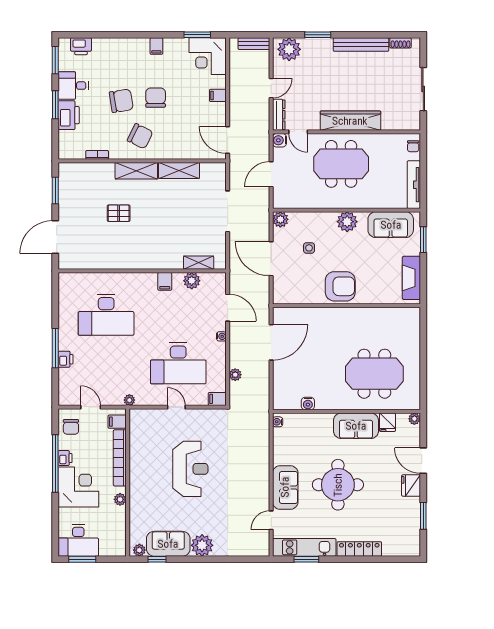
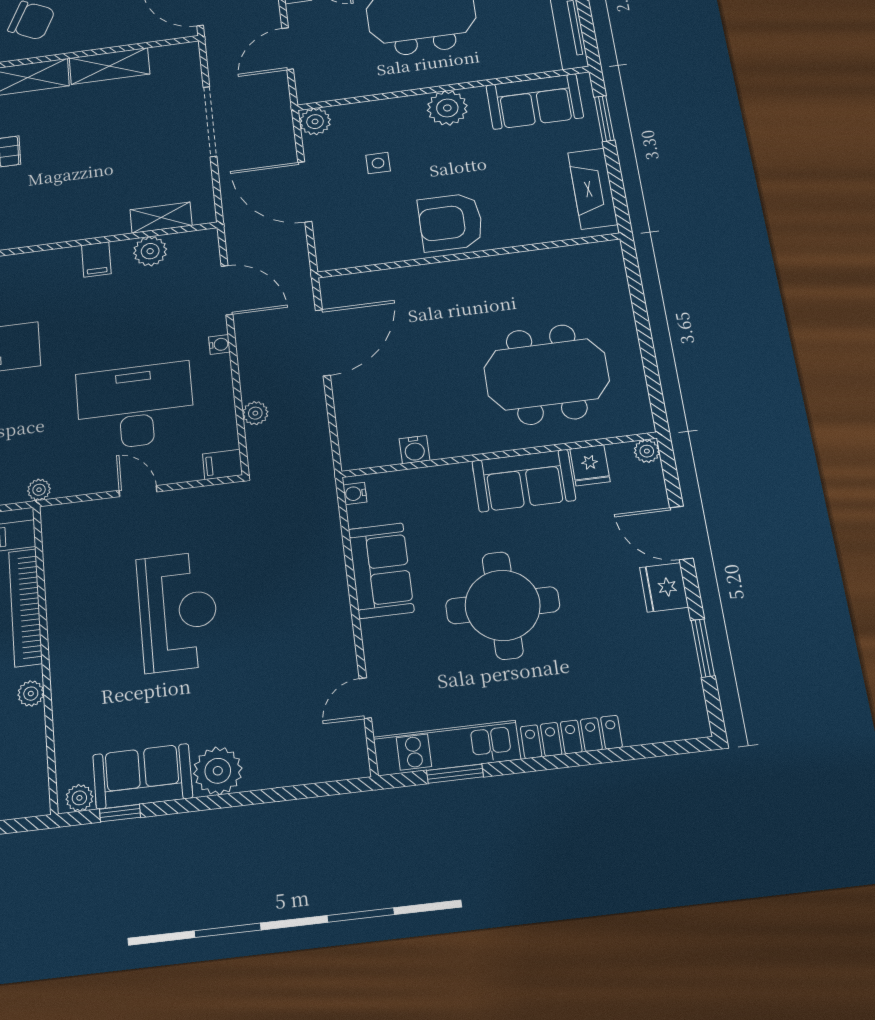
armchair: (340, 286) -> (451, 222), turned 180
desk: (178, 363) -> (135, 406), turned 180
sofa: (285, 487) -> (381, 570), moved

